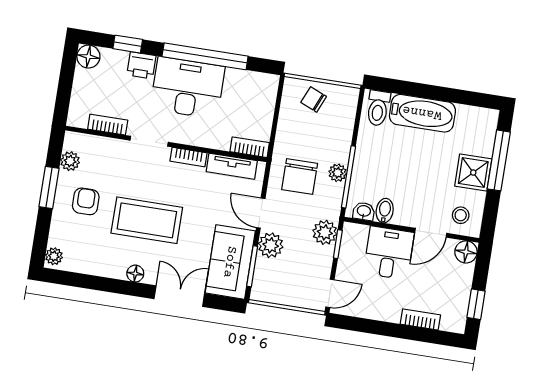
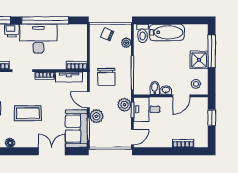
plant: (338, 173) -> (126, 43), moved
washbasin: (364, 211) -> (166, 90), moved
coffee table: (147, 220) -> (28, 113), width x0.73, depth x0.76
floor lamp: (466, 252) -> (202, 103), removed
desk: (389, 253) -> (147, 109), moved, turned -90
floor lamp: (135, 274) -> (10, 143), moved
window: (476, 304) -> (212, 118), moved

